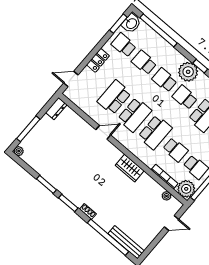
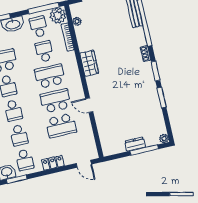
dresser: (56, 109) -> (135, 144), moved

